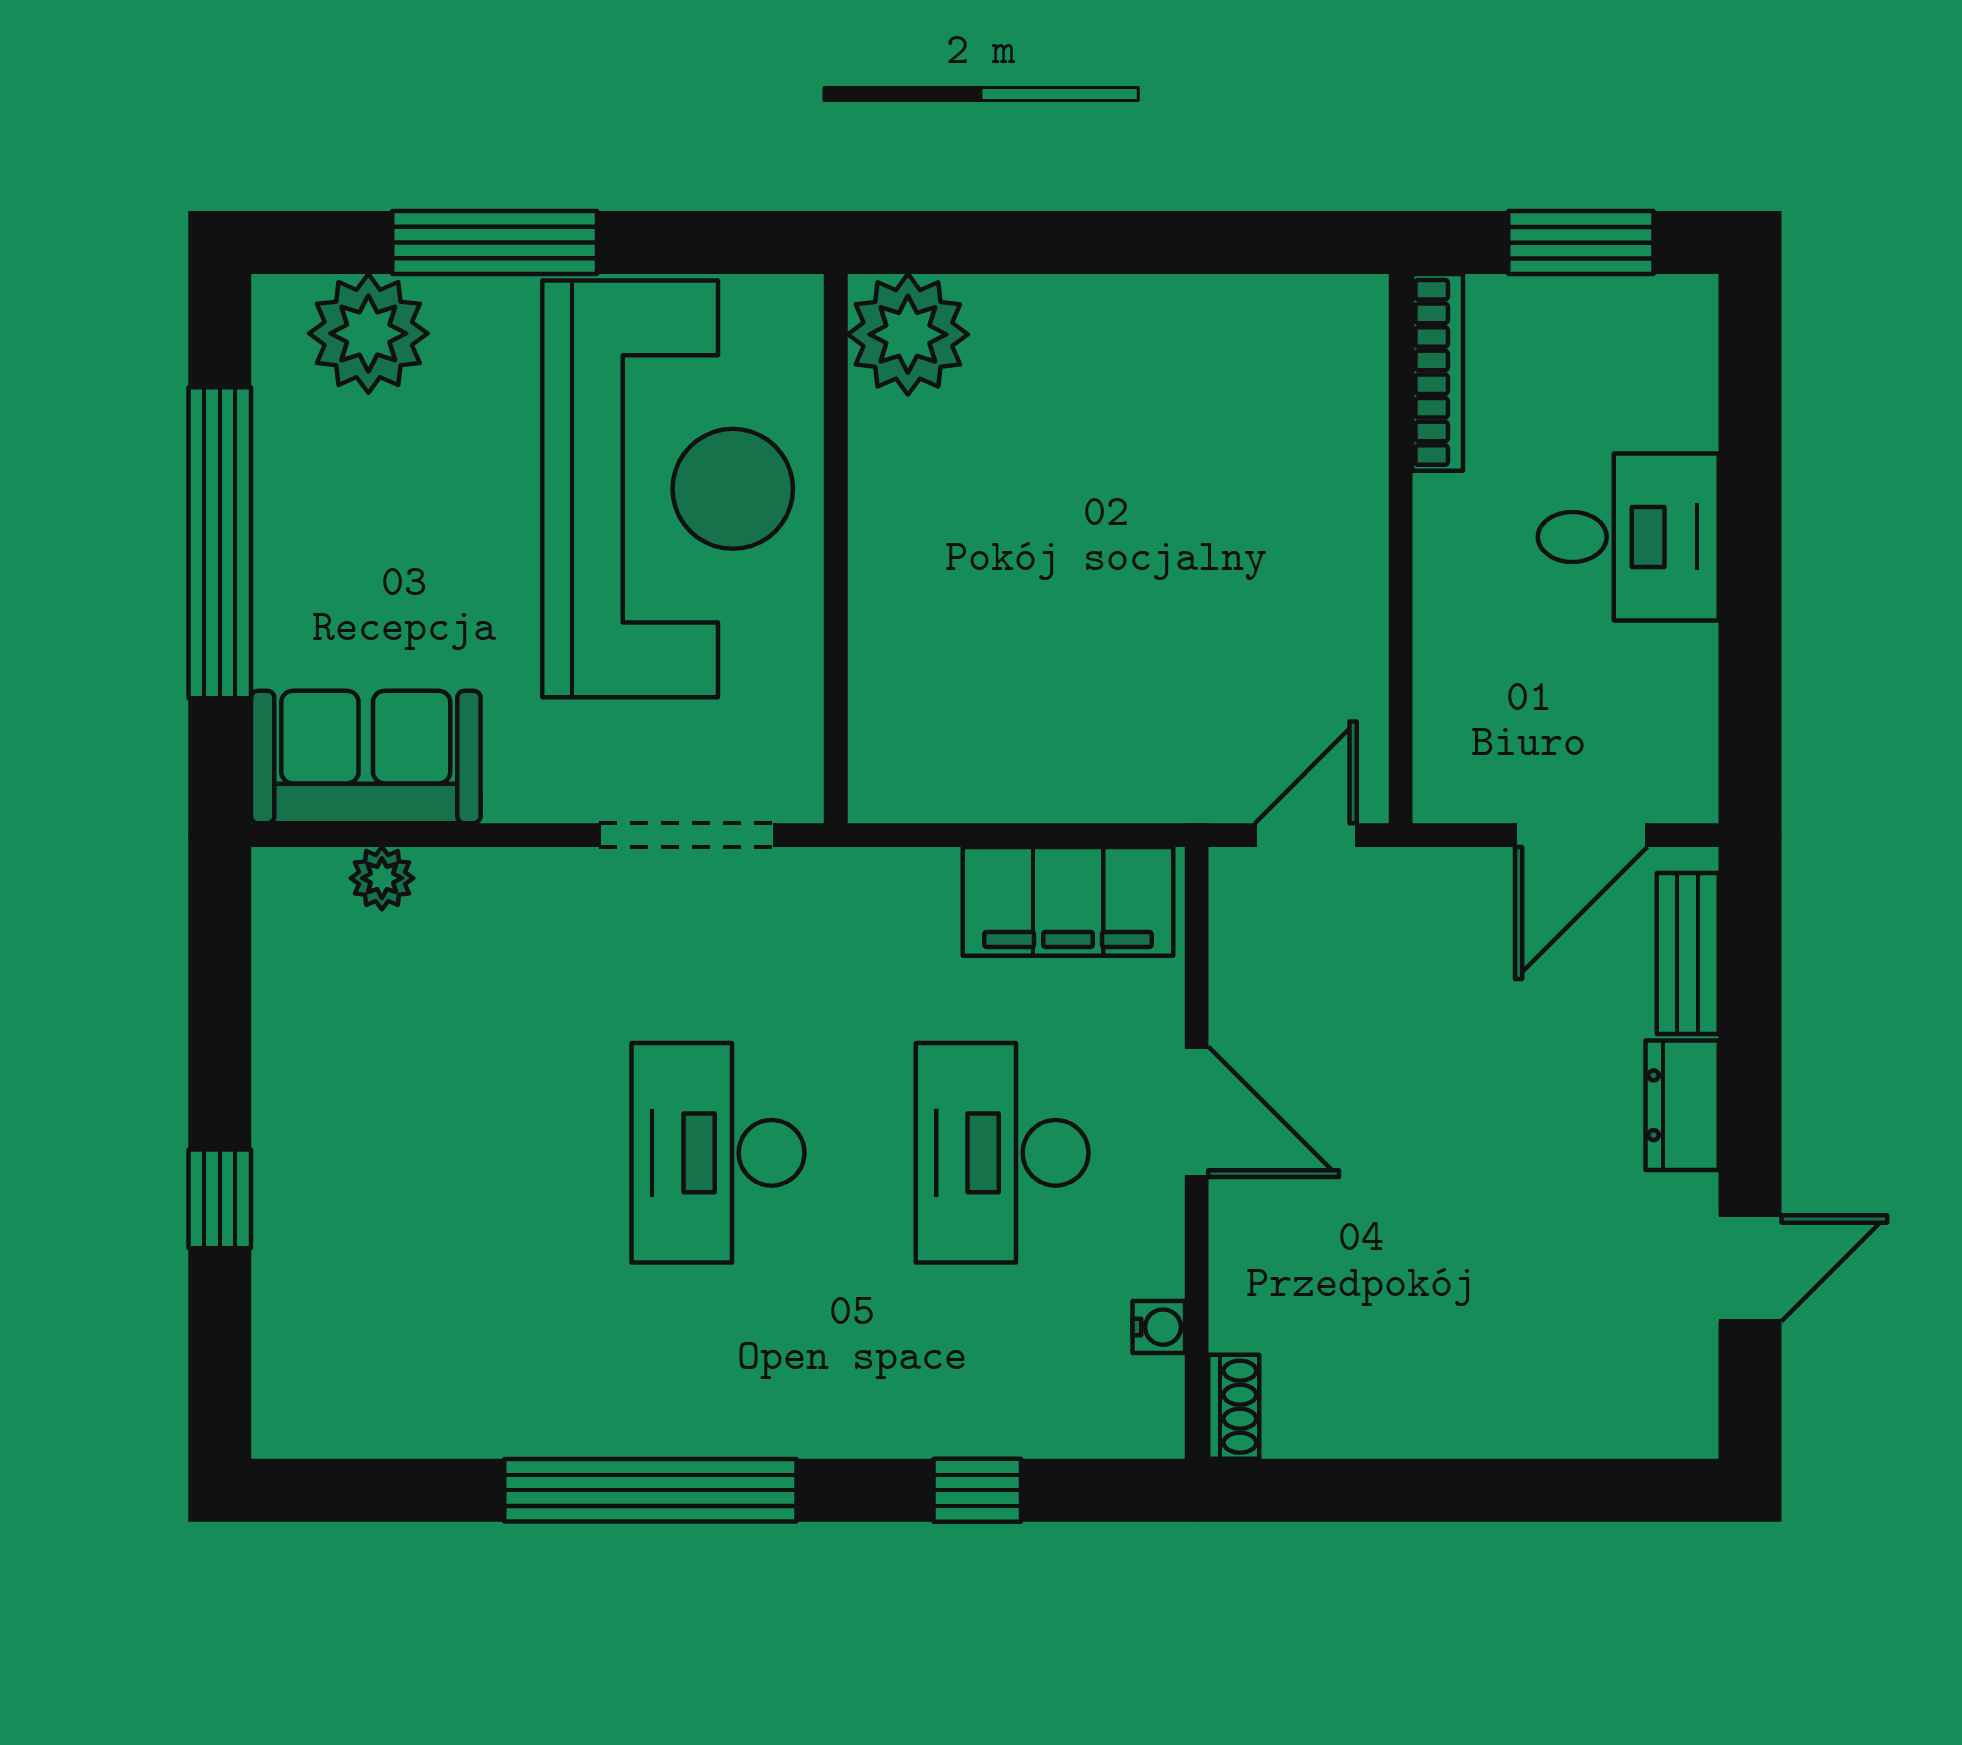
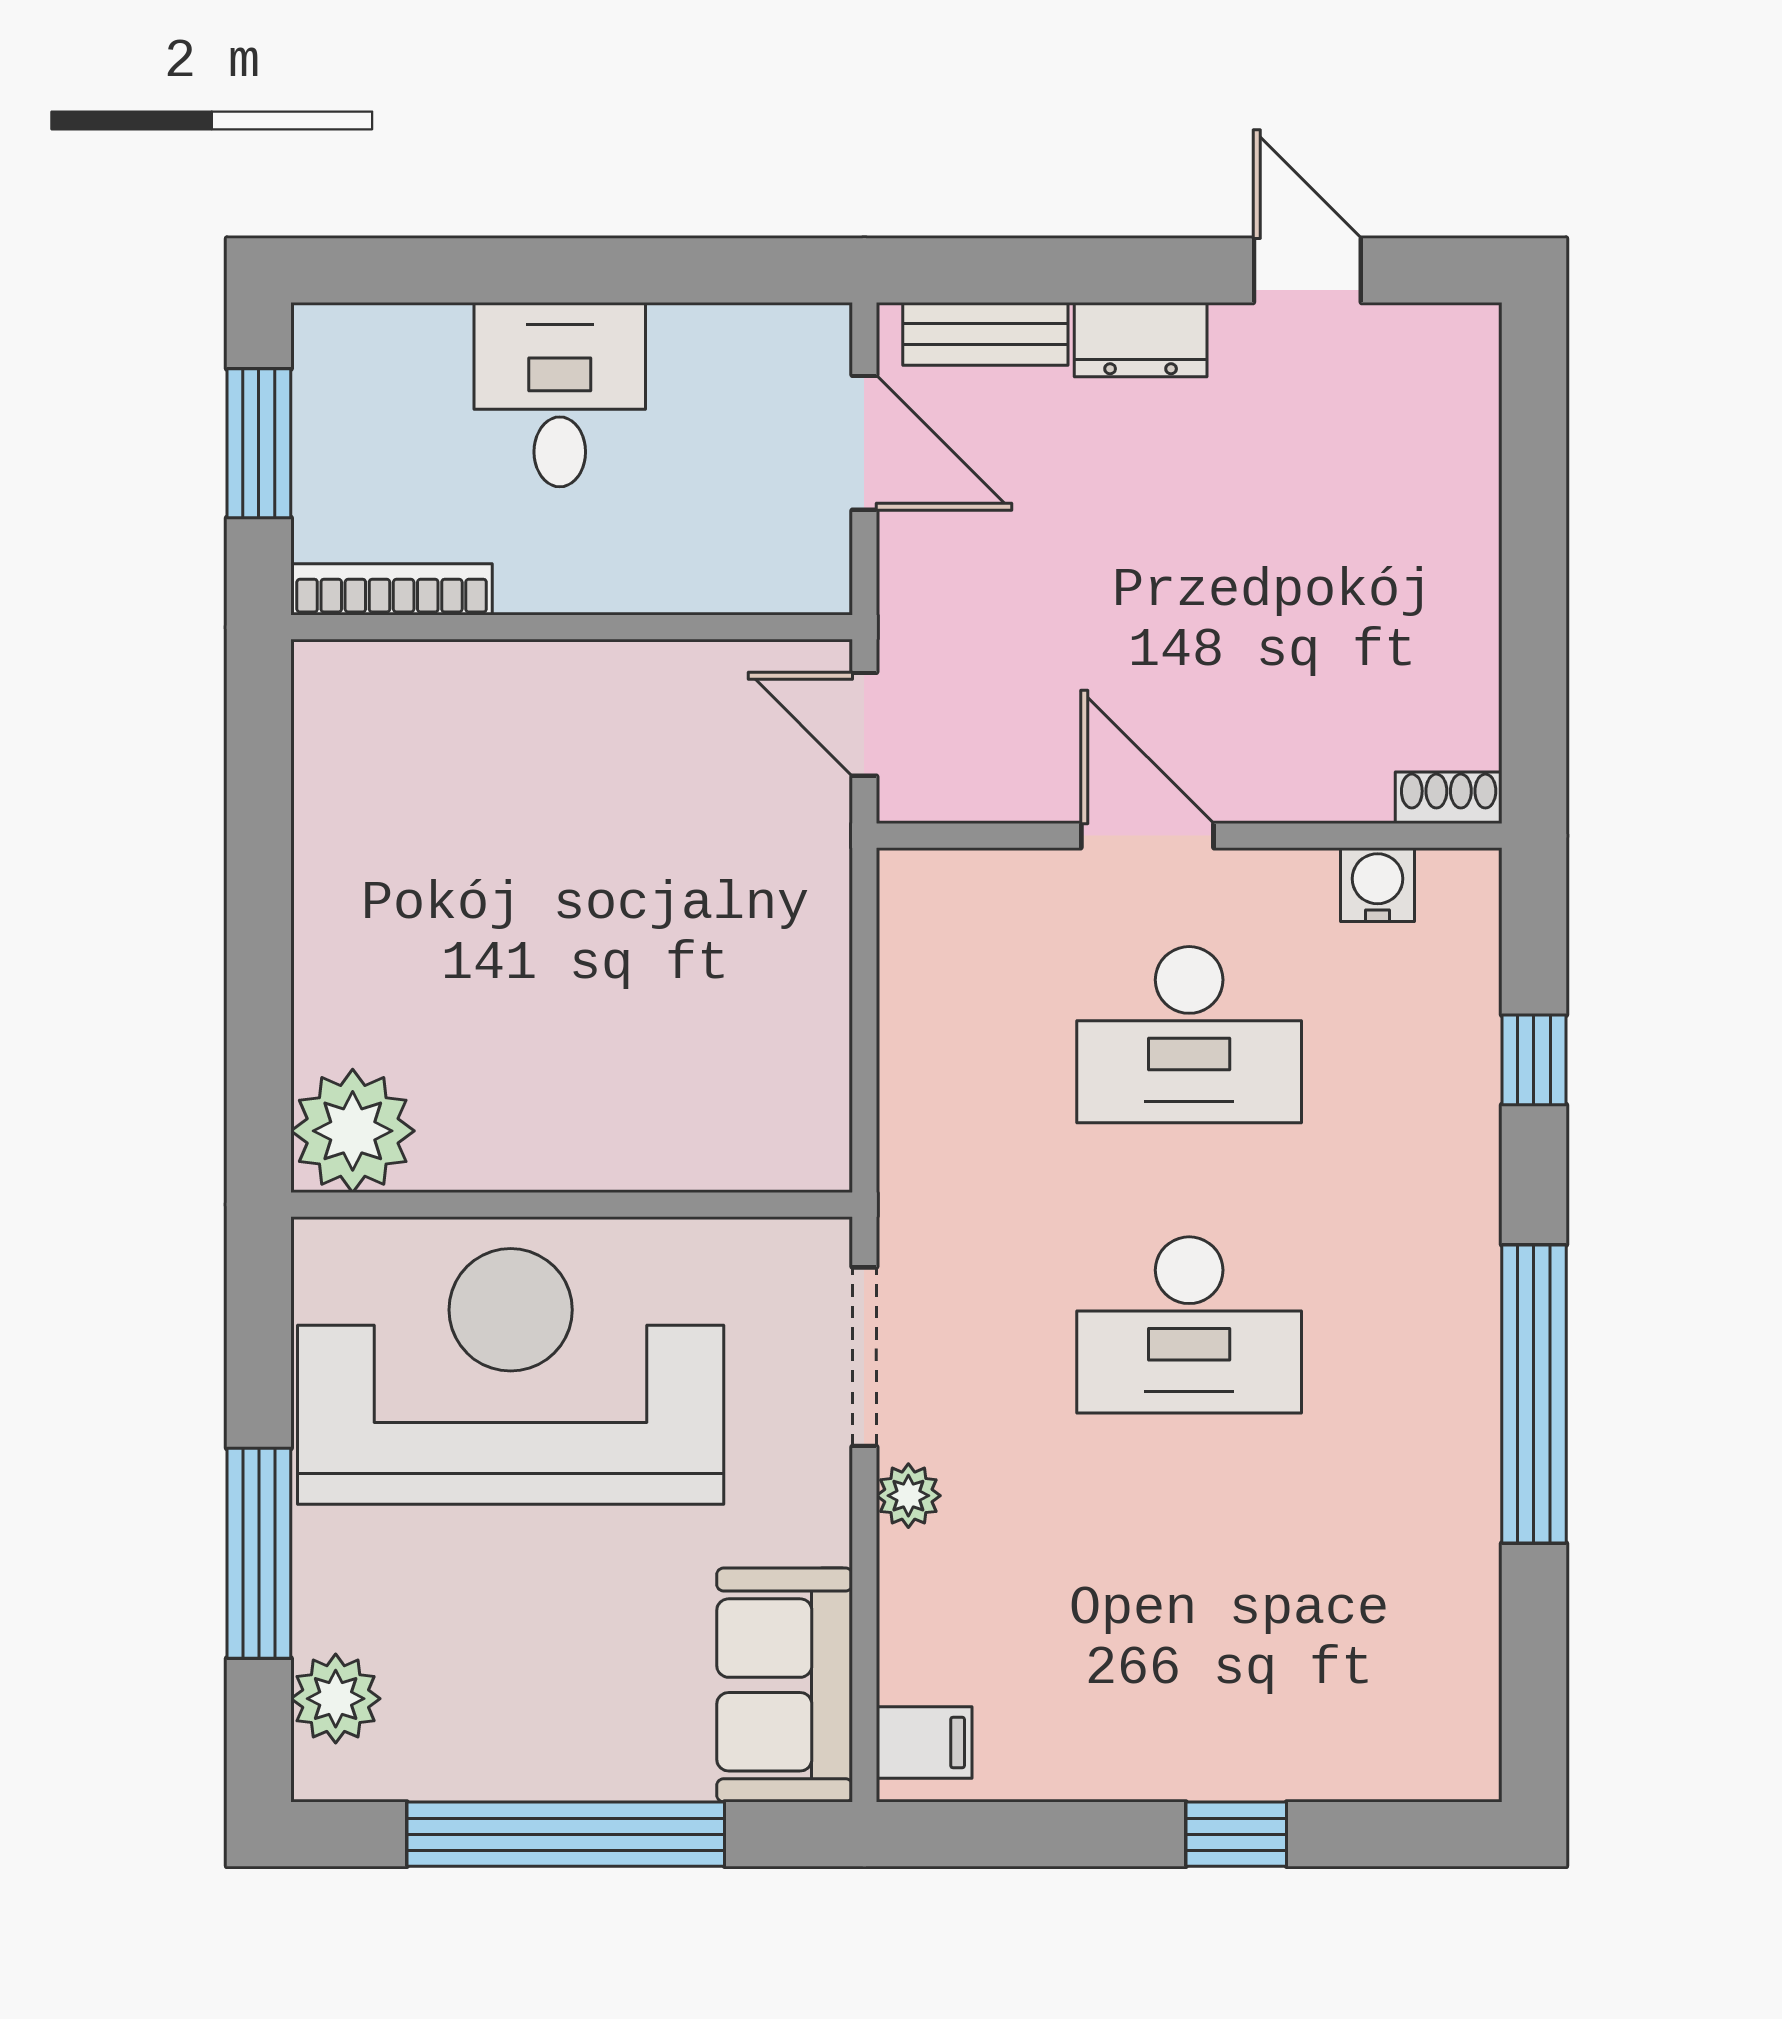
plant: (368, 333) -> (336, 1699), width x0.73, depth x0.73
plant: (382, 878) -> (908, 1496), moved
filing cabinet: (1068, 901) -> (924, 1742), moved, width x0.33, depth x0.86
door: (1197, 1112) -> (1147, 836), hinge flipped
water cooler: (1159, 1327) -> (1377, 885), width x1.38, depth x1.38

